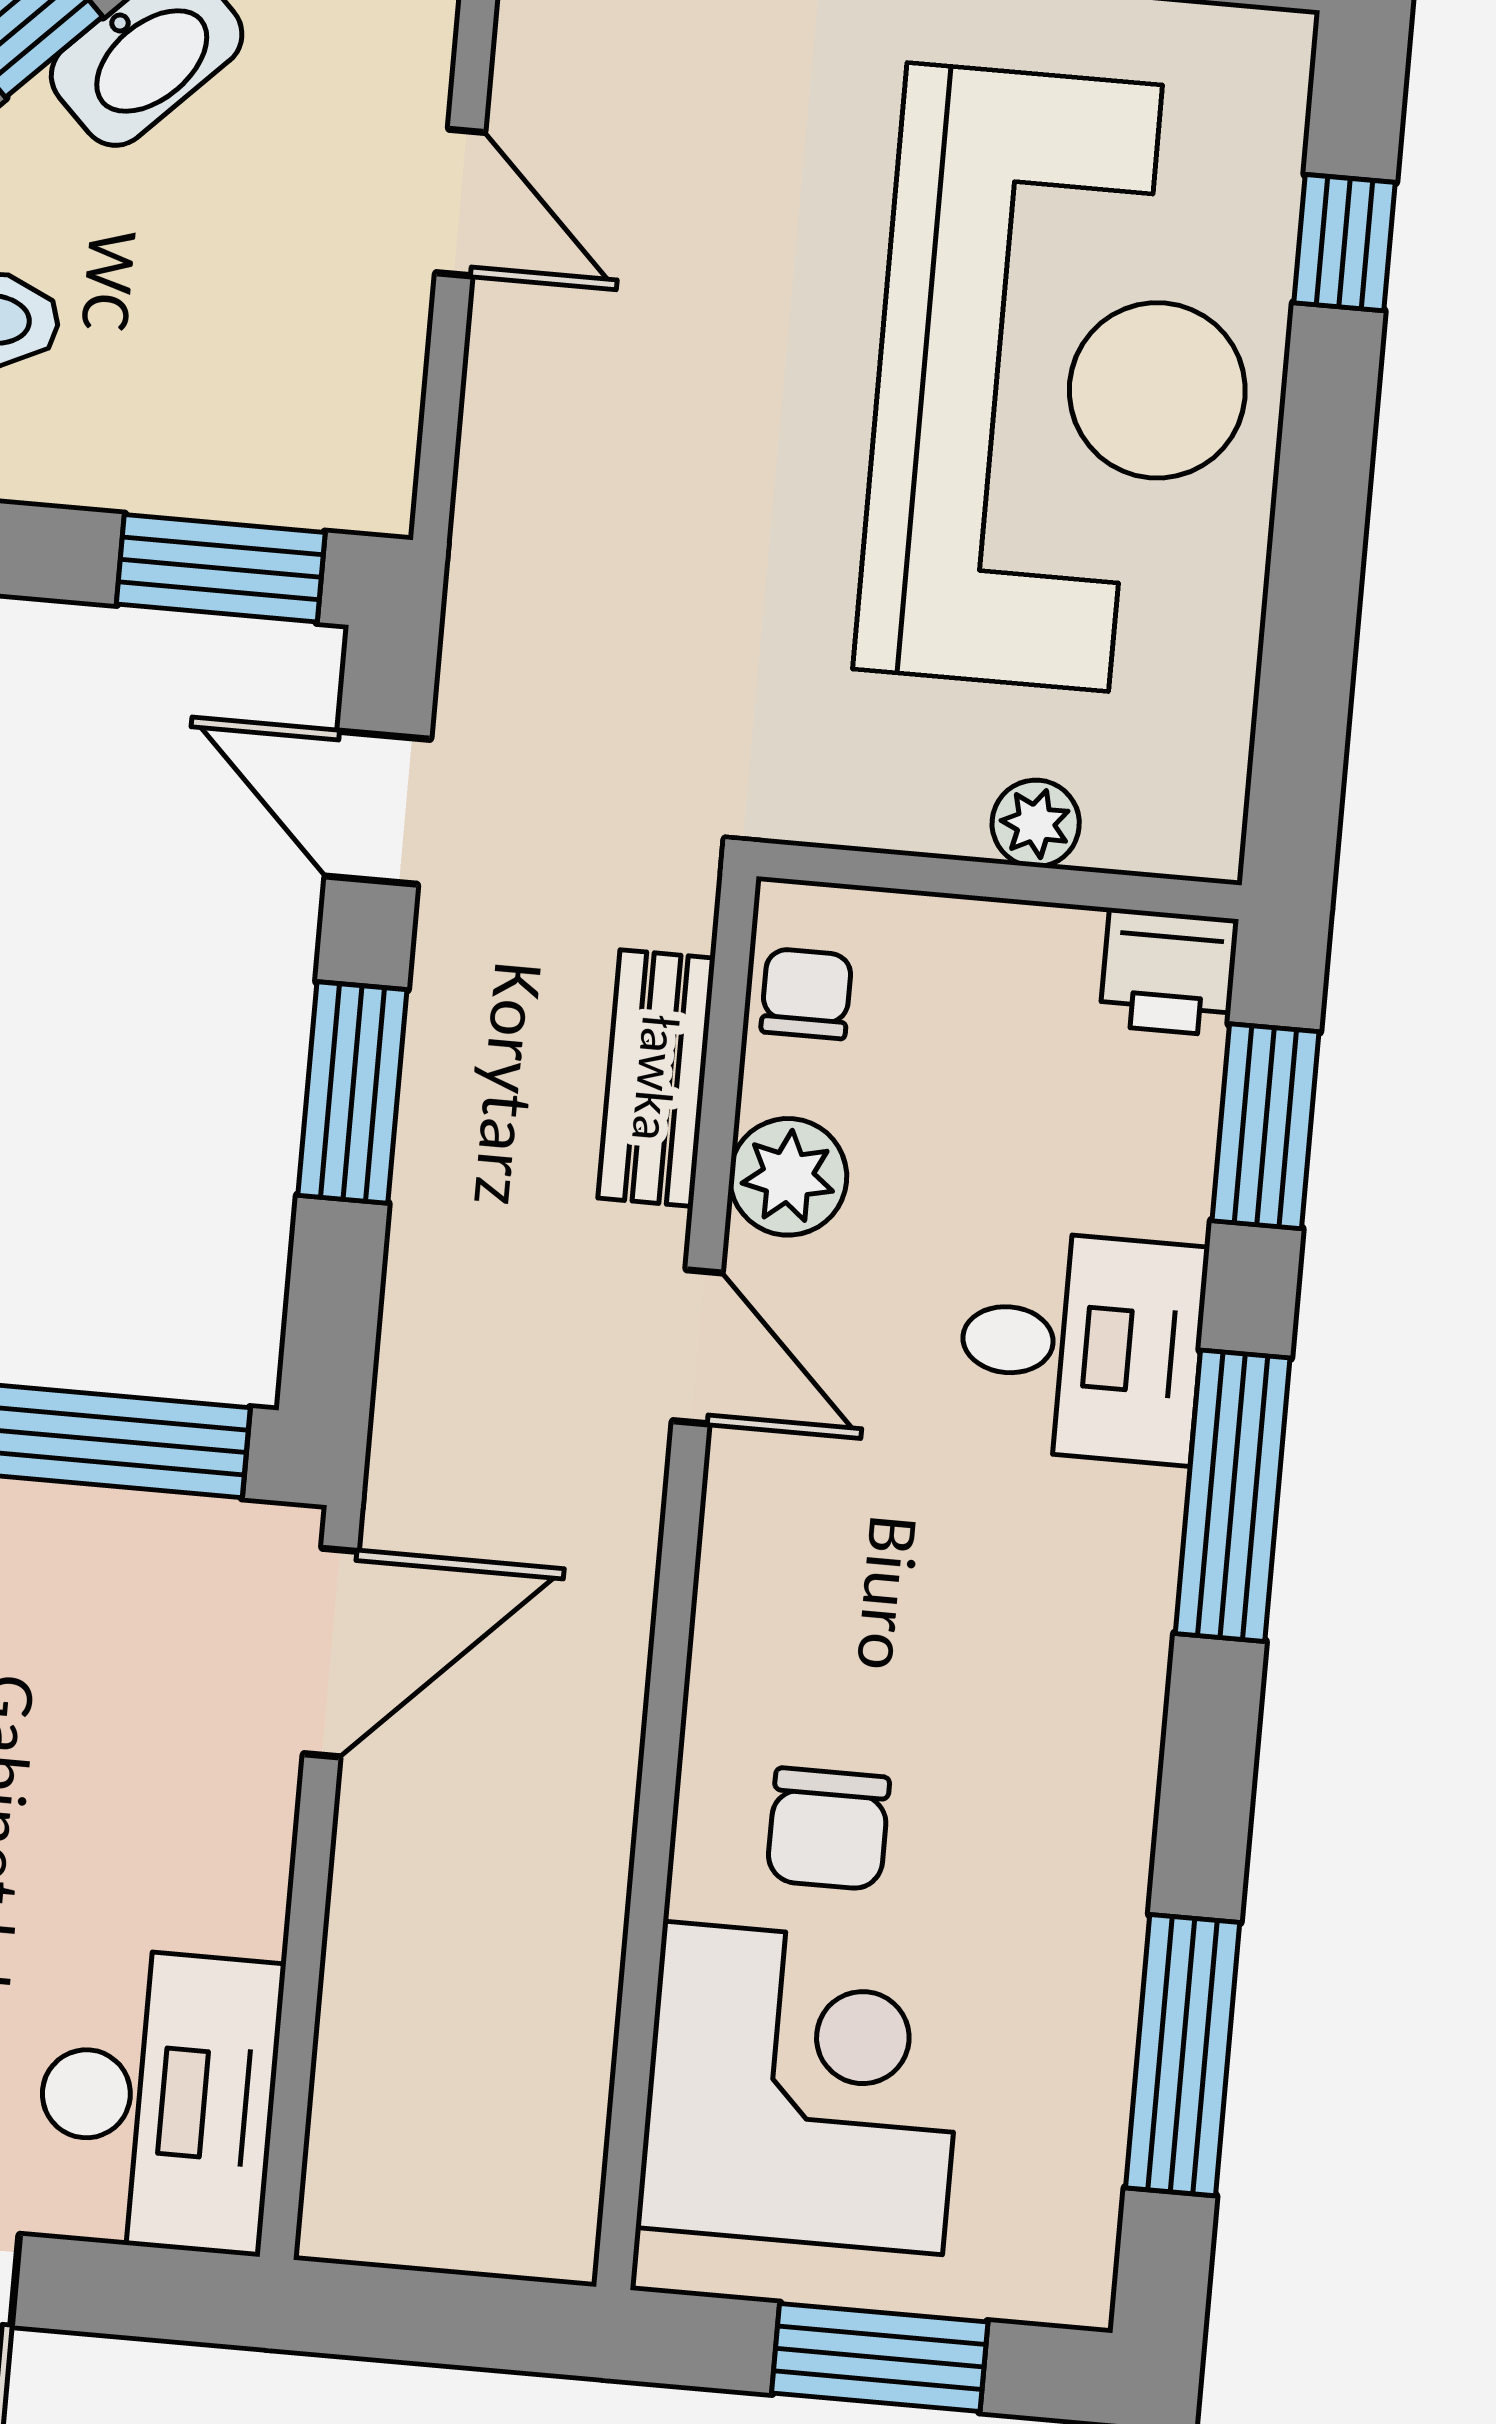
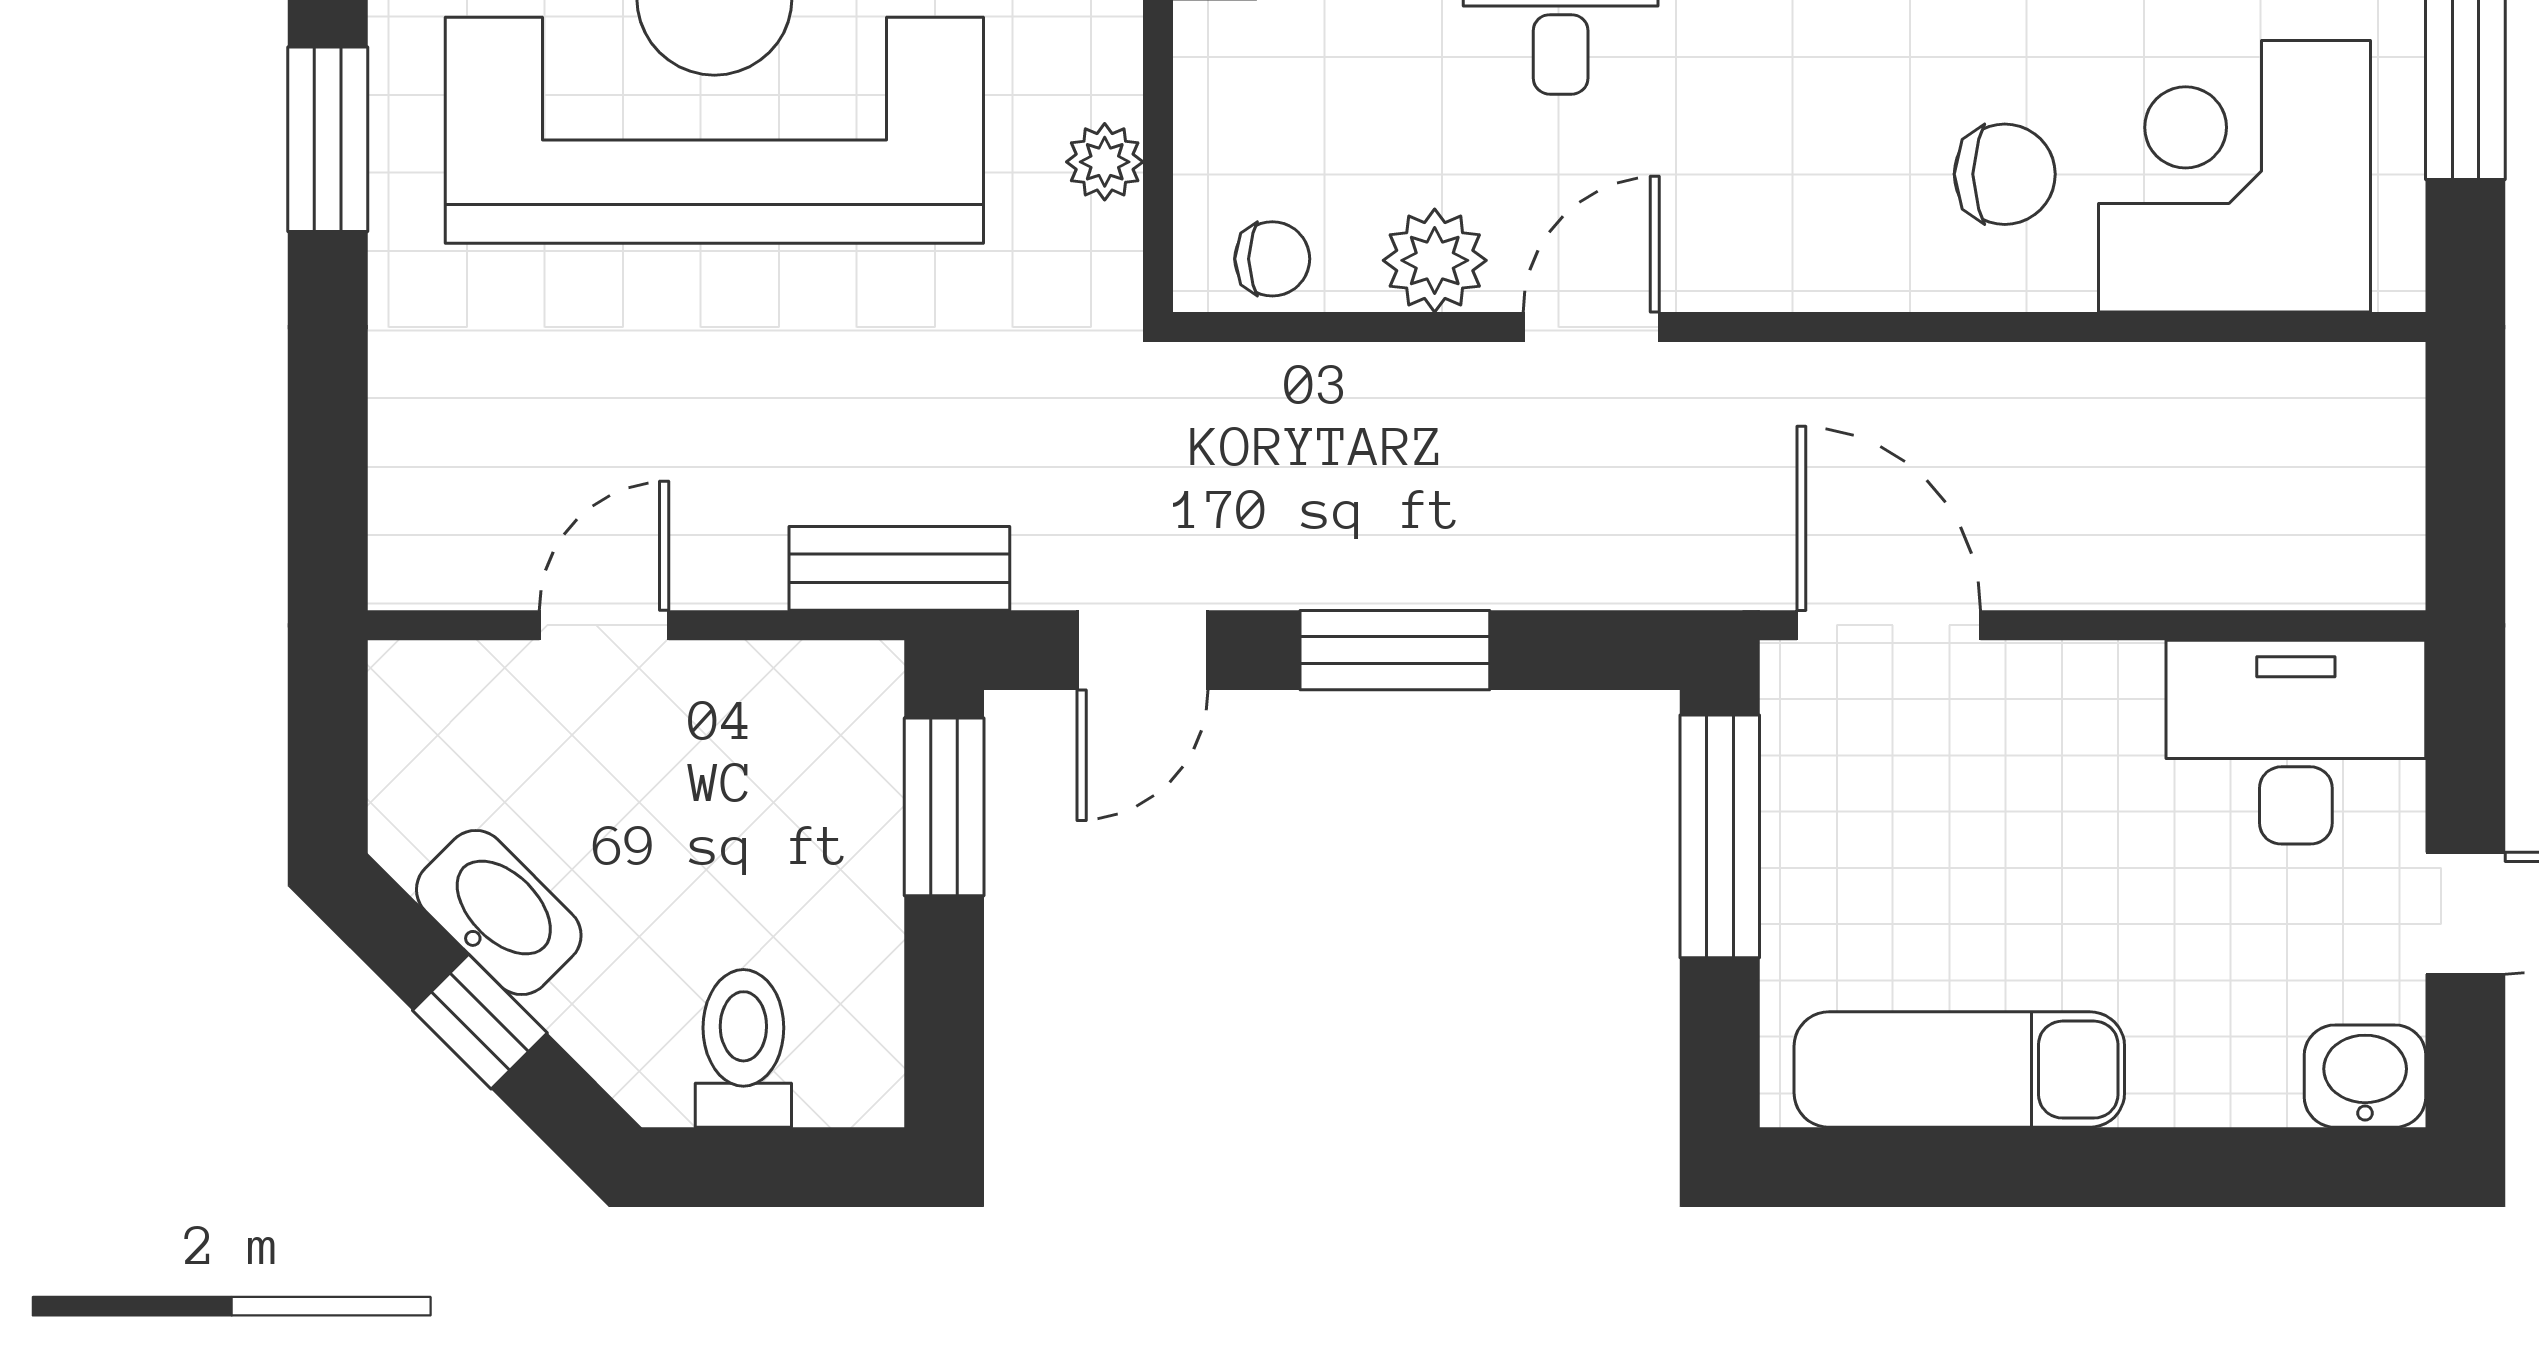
plant: (1036, 823) -> (1105, 162), moved
chair: (806, 994) -> (1272, 259), turned 180
bench: (656, 1078) -> (899, 568), moved

